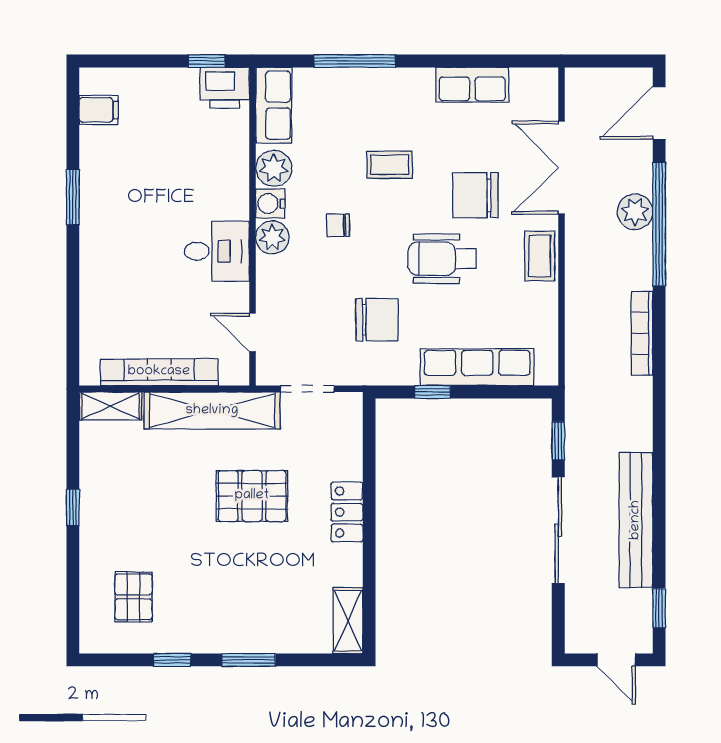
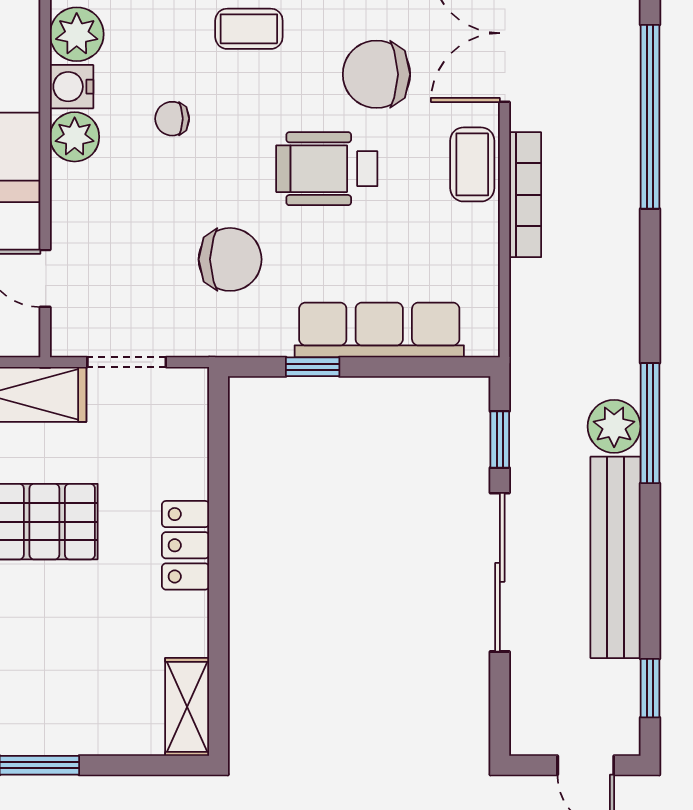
plant: (635, 212) -> (614, 426), moved
bookcase: (642, 333) -> (525, 195), moved, turned 180
window: (659, 430) -> (650, 423), added

